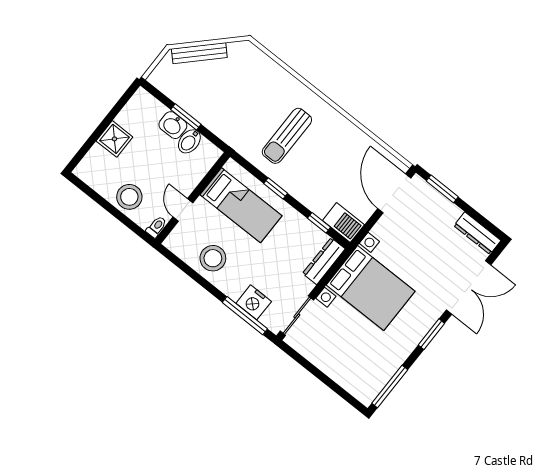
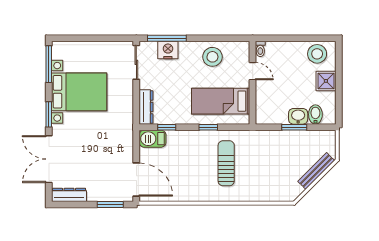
bidet: (189, 141) -> (315, 114), moved
stool: (129, 197) -> (317, 54), moved
bed with nightstands: (371, 288) -> (79, 92), moved, turned 180

